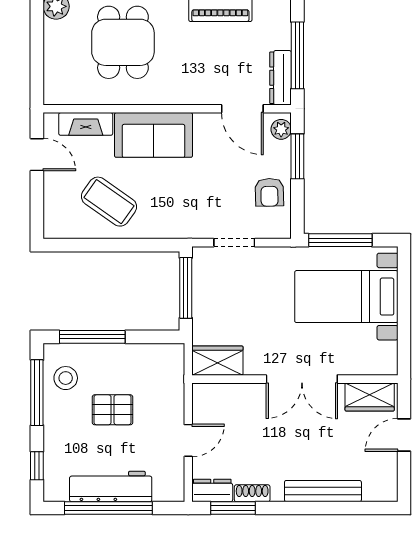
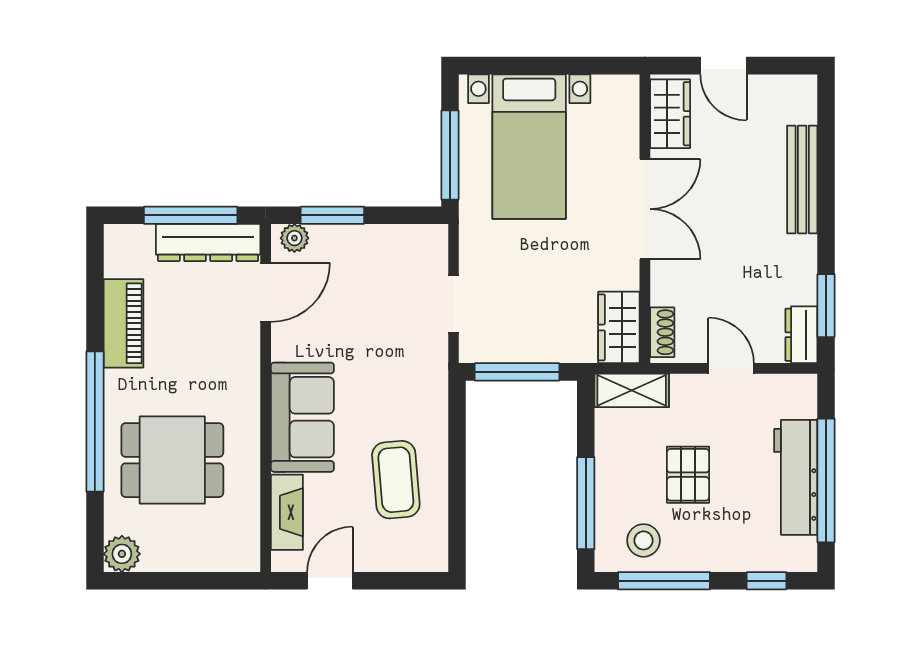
dresser: (280, 78) -> (208, 243), width x1.37, depth x1.24
armchair: (269, 192) -> (383, 254), removed
coffee table: (109, 202) -> (396, 480), turned -40
shelving: (173, 370) -> (632, 390), added
shoe rack: (252, 493) -> (662, 332), moved, turned 180

